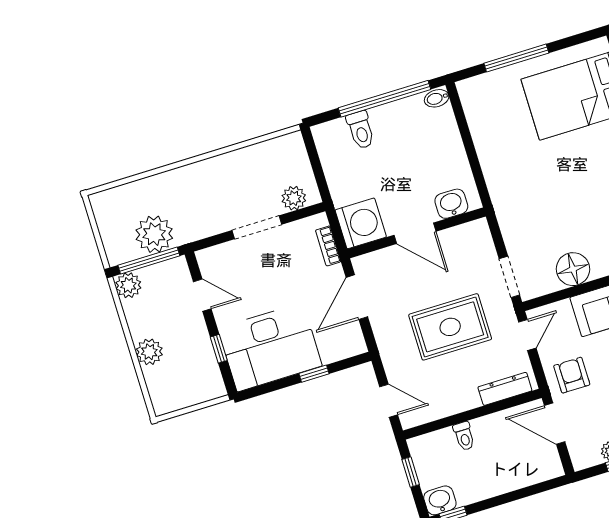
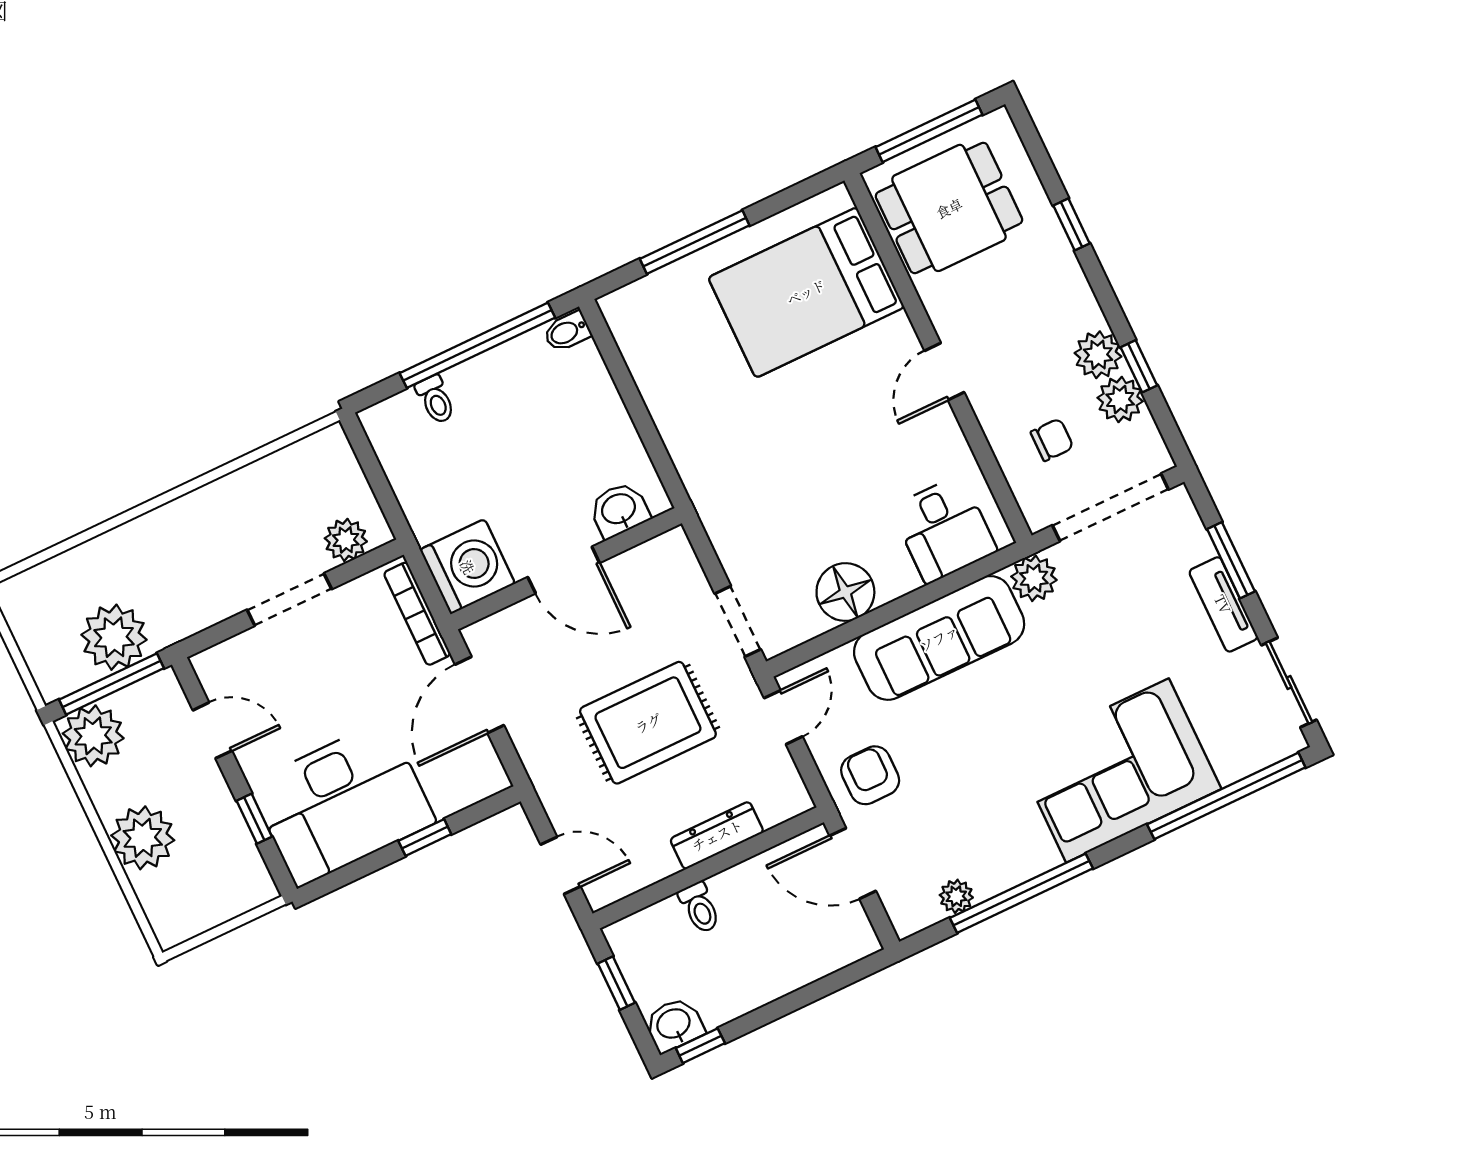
toilet: (361, 130) -> (435, 400), width x0.73, depth x0.72
bookcase: (328, 246) -> (417, 614), width x1.56
plant: (128, 285) -> (93, 736), width x1.36, depth x1.36
plant: (149, 352) -> (143, 838), width x1.36, depth x1.36
dresser: (505, 389) -> (717, 835), moved

